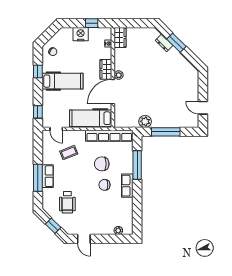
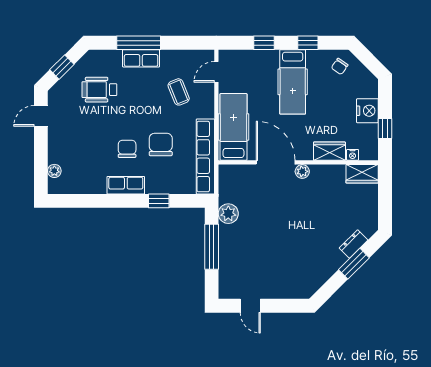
wardrobe: (106, 69) -> (329, 151), moved
door: (203, 108) -> (250, 306), swing flipped
window: (38, 112) -> (264, 43), moved
window: (137, 165) -> (159, 201), width x0.46

